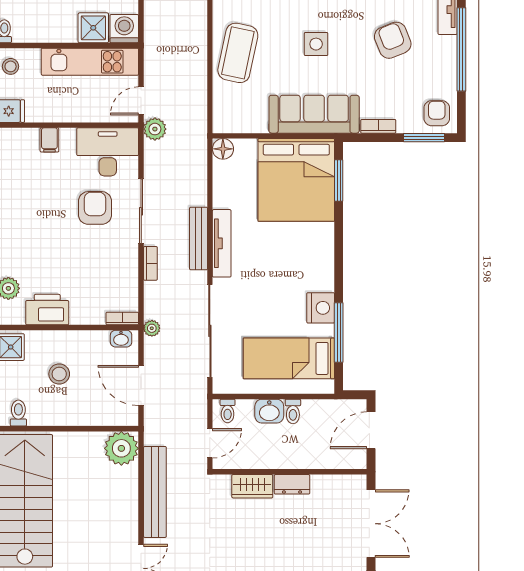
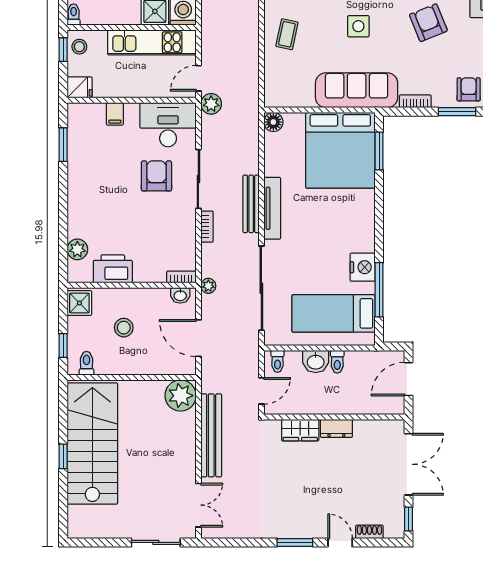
coffee table: (238, 53) -> (287, 34), width x0.54, depth x0.58

